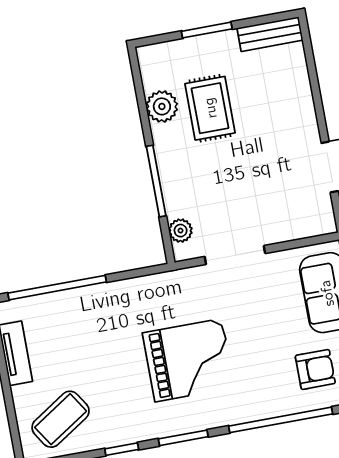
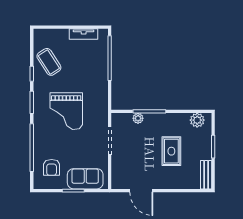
plant: (162, 106) -> (197, 120), moved
rug: (210, 108) -> (171, 151), moved, turned 90
plant: (181, 231) -> (138, 118), moved
coffee table: (61, 419) -> (49, 62), moved

